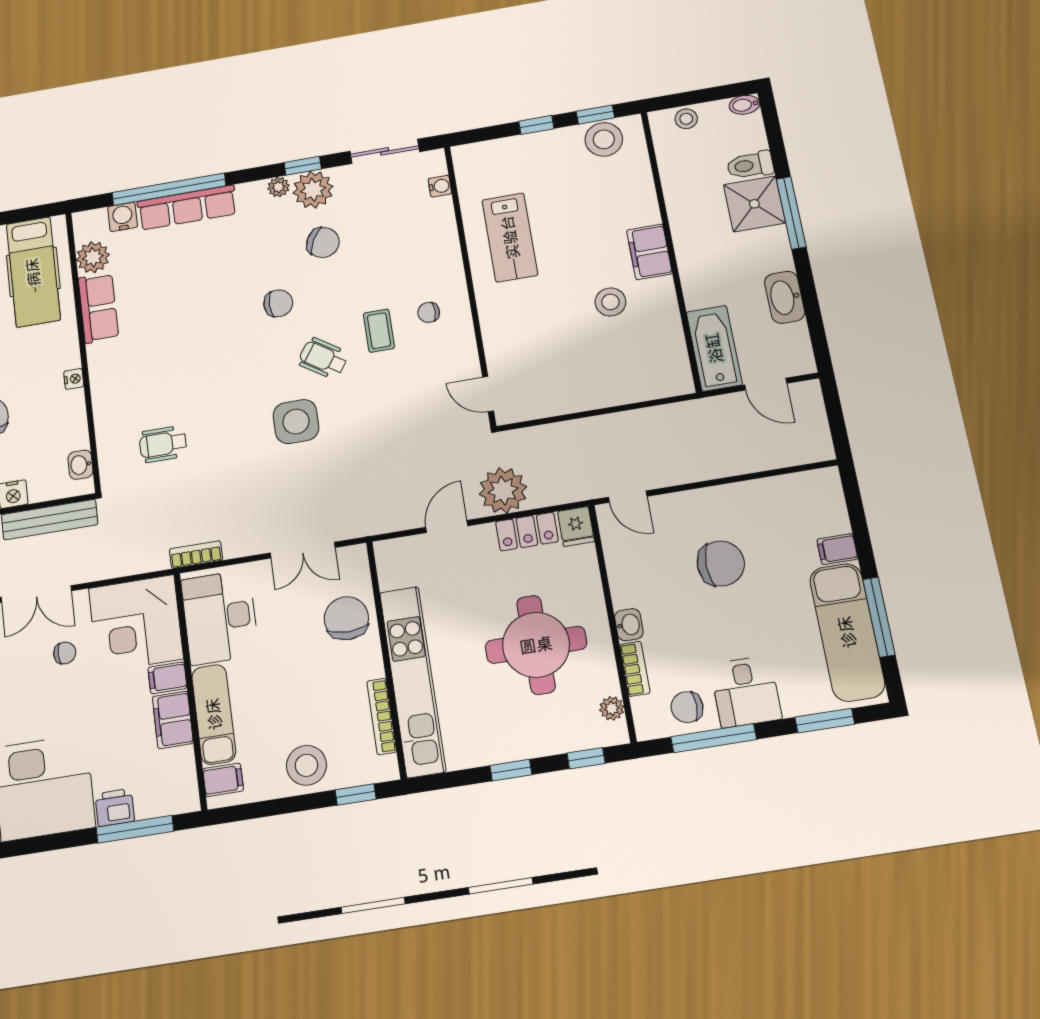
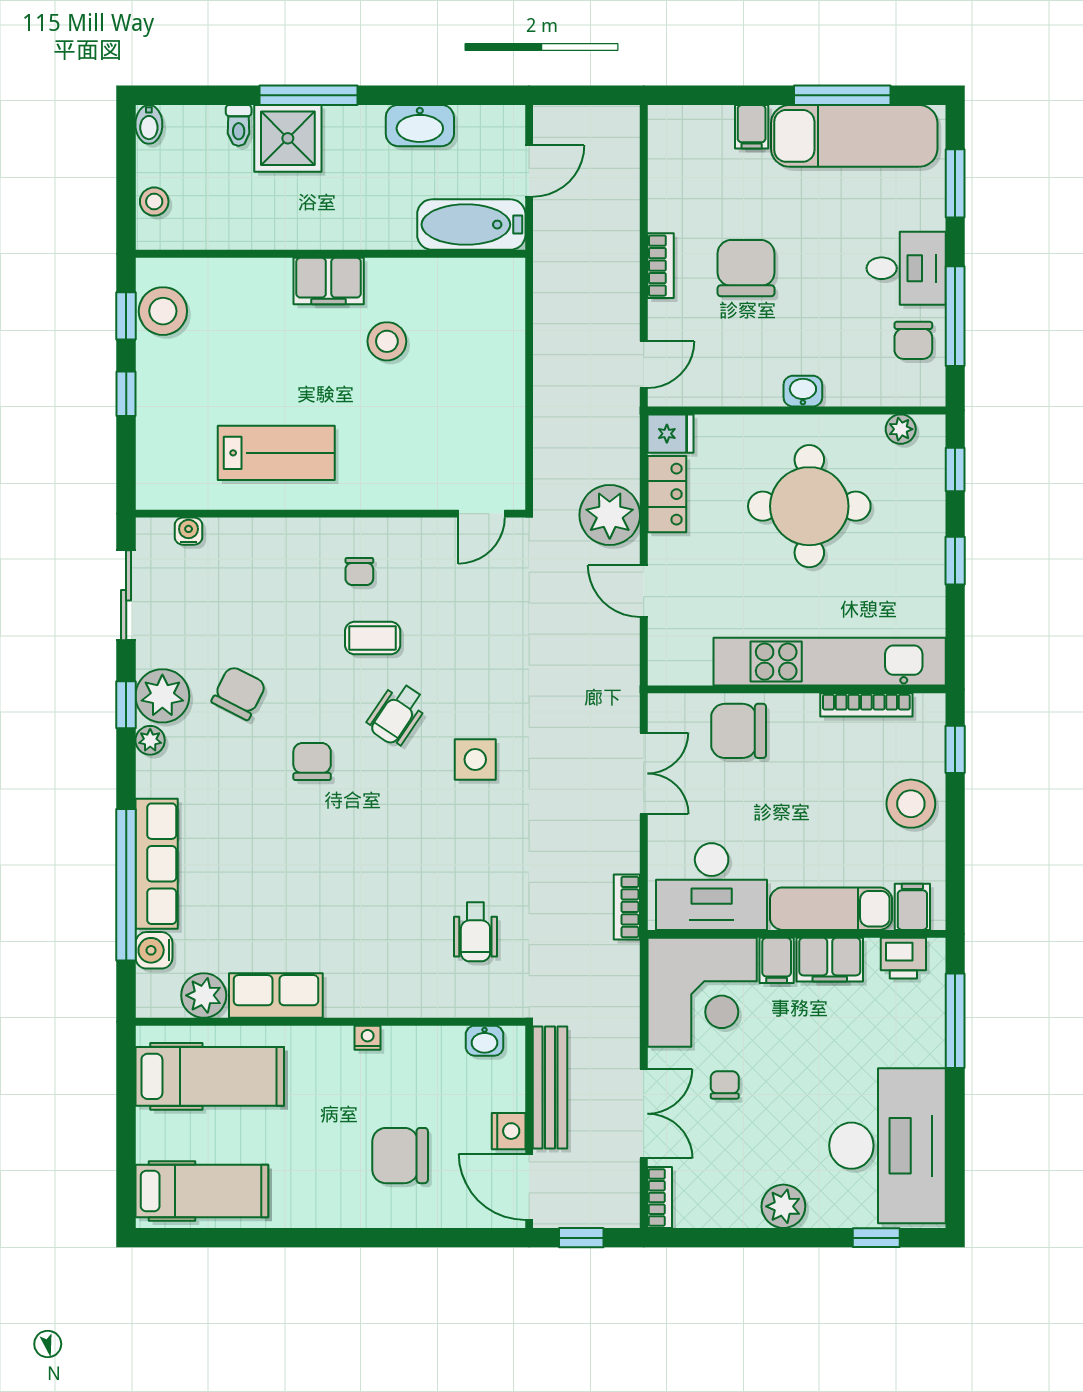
toilet: (750, 165) -> (239, 125), width x0.73, depth x0.72
side table: (296, 422) -> (475, 760), width x0.73, depth x0.73
bookcase: (635, 669) -> (661, 266), moved, turned 90
printer: (115, 807) -> (903, 958), moved, turned -90

